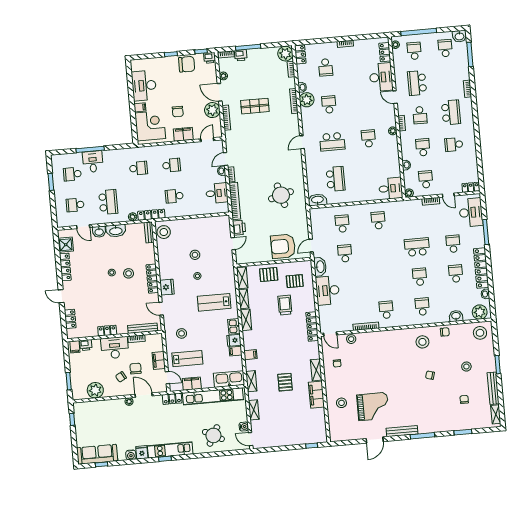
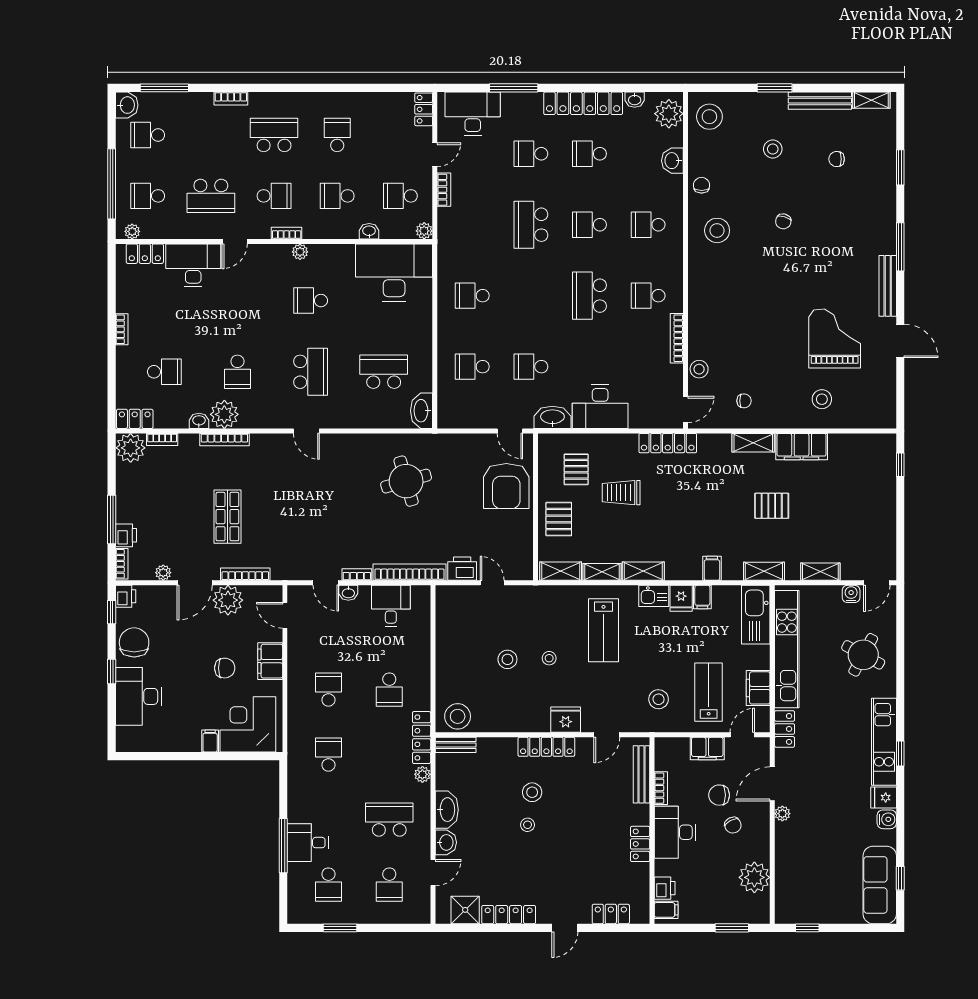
desk: (144, 86) -> (138, 696), moved, turned 90
school desk: (329, 105) -> (237, 372), turned -90
school desk: (454, 144) -> (337, 135), turned 180
desk: (391, 188) -> (394, 273), width x1.87, depth x1.30
school desk: (384, 280) -> (589, 296), added

